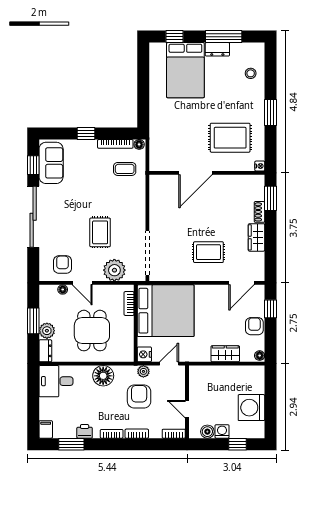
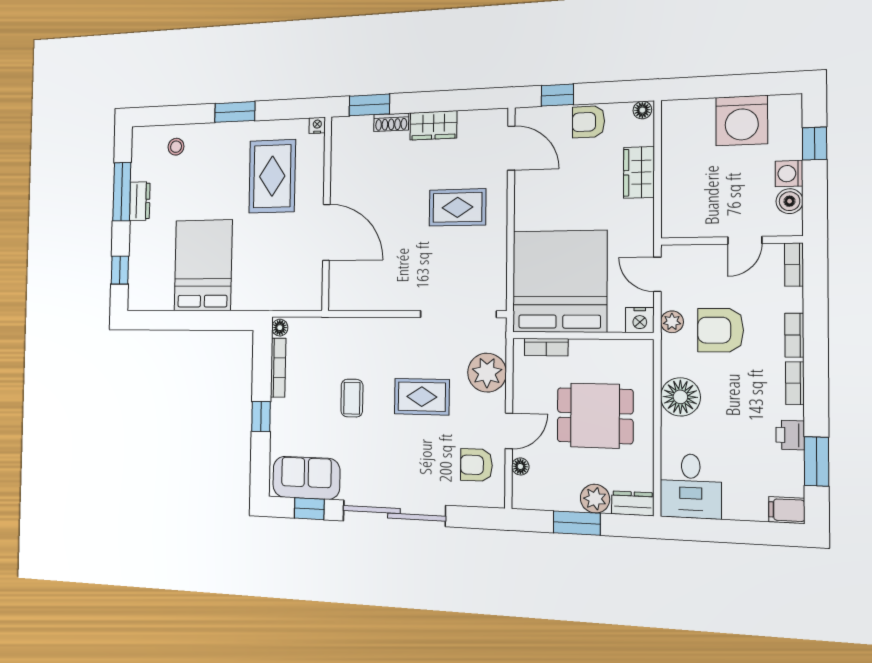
bed: (185, 70) -> (203, 265), moved, turned -90
coffee table: (125, 169) -> (352, 398), moved
rug: (208, 252) -> (457, 207), turned 90

